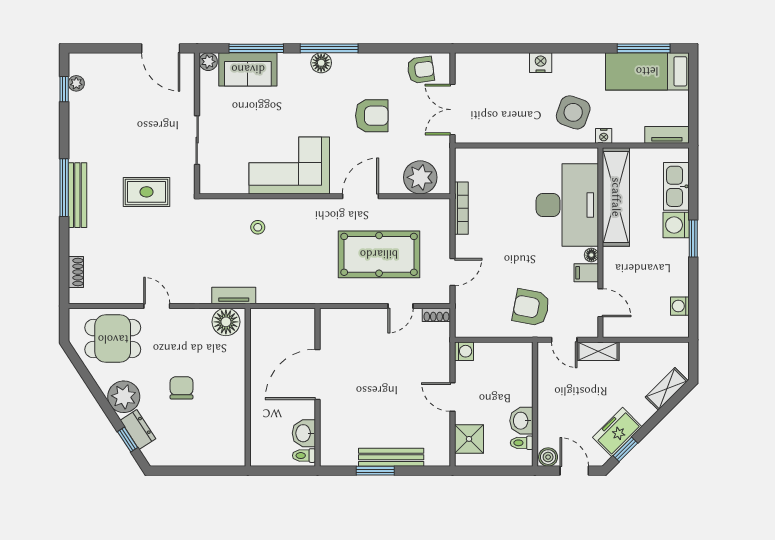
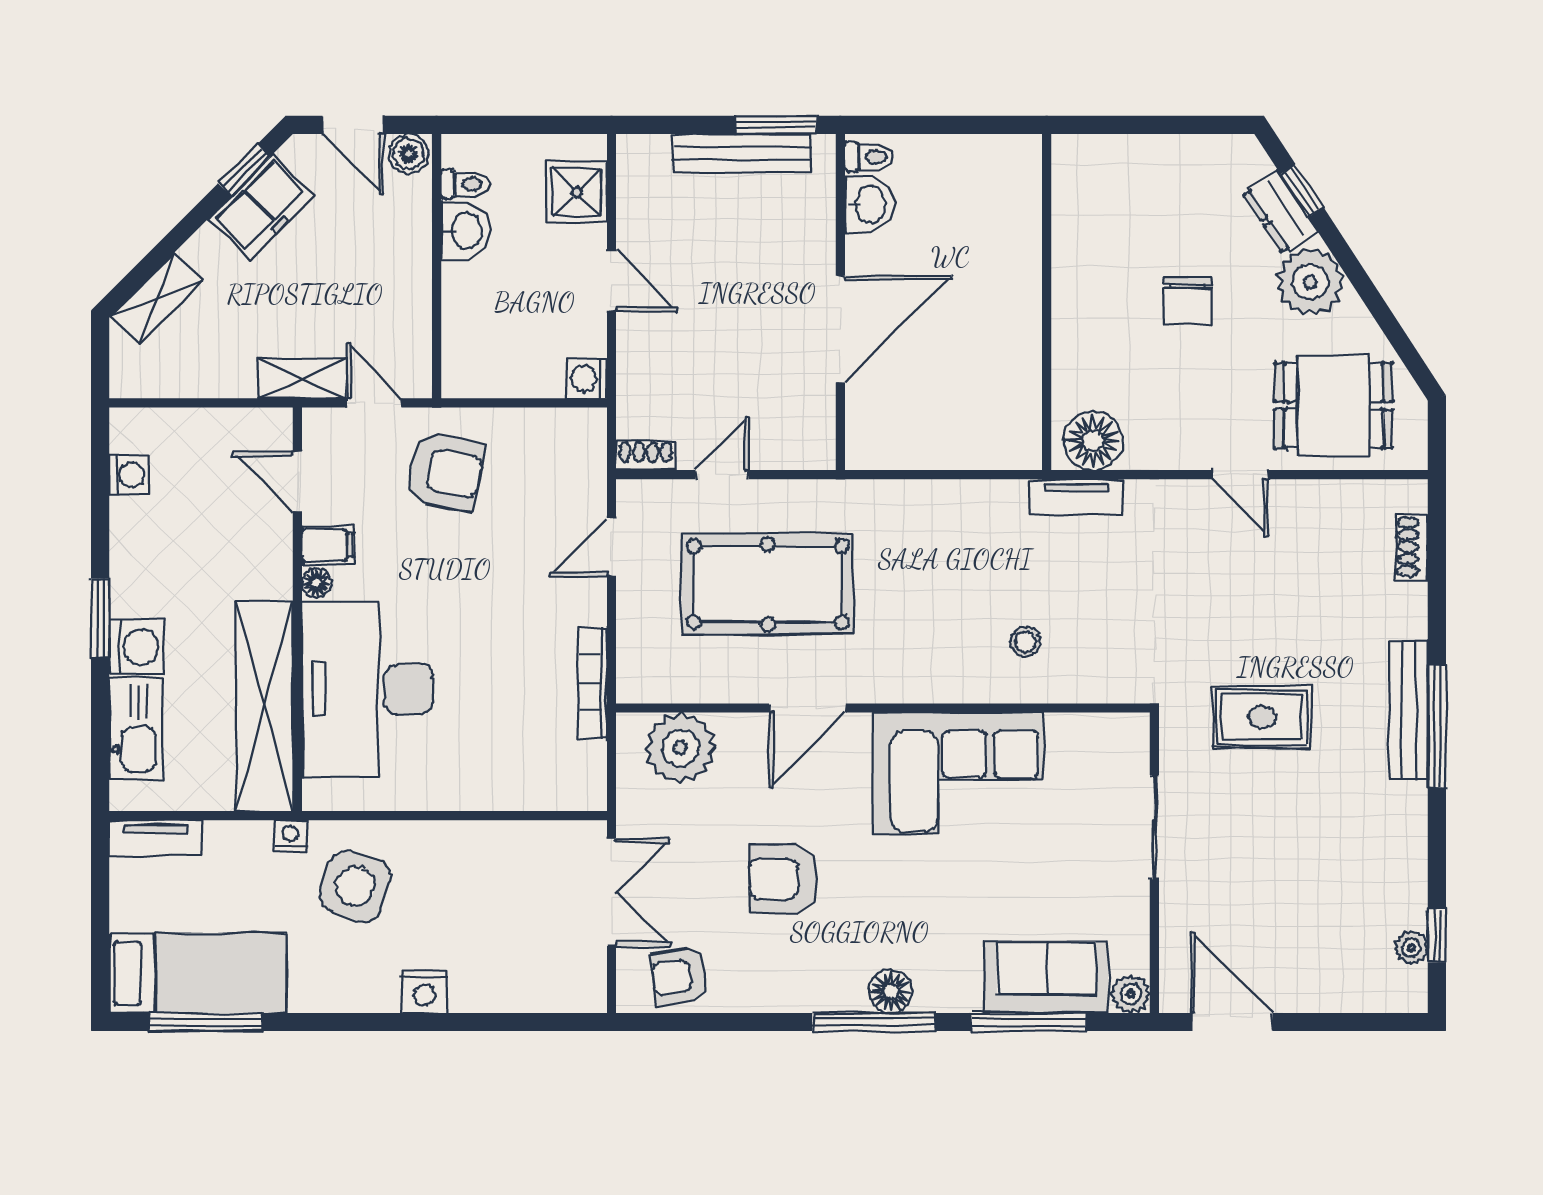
door: (317, 374) -> (840, 329), moved
wall: (317, 387) -> (840, 302), moved
washbasin: (304, 433) -> (869, 204), moved
toilet: (304, 456) -> (869, 157), moved

